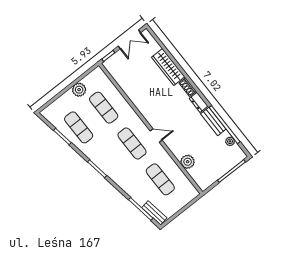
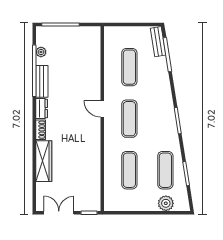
plant: (79, 90) -> (166, 203), moved
plant: (188, 162) -> (93, 64), removed

